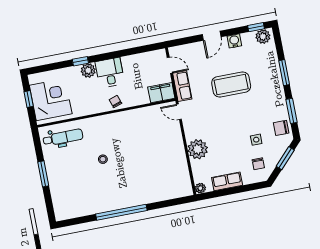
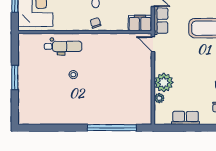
dental chair: (63, 137) -> (63, 46), moved
plant: (200, 188) -> (159, 98), moved
window: (121, 212) -> (112, 128), moved

